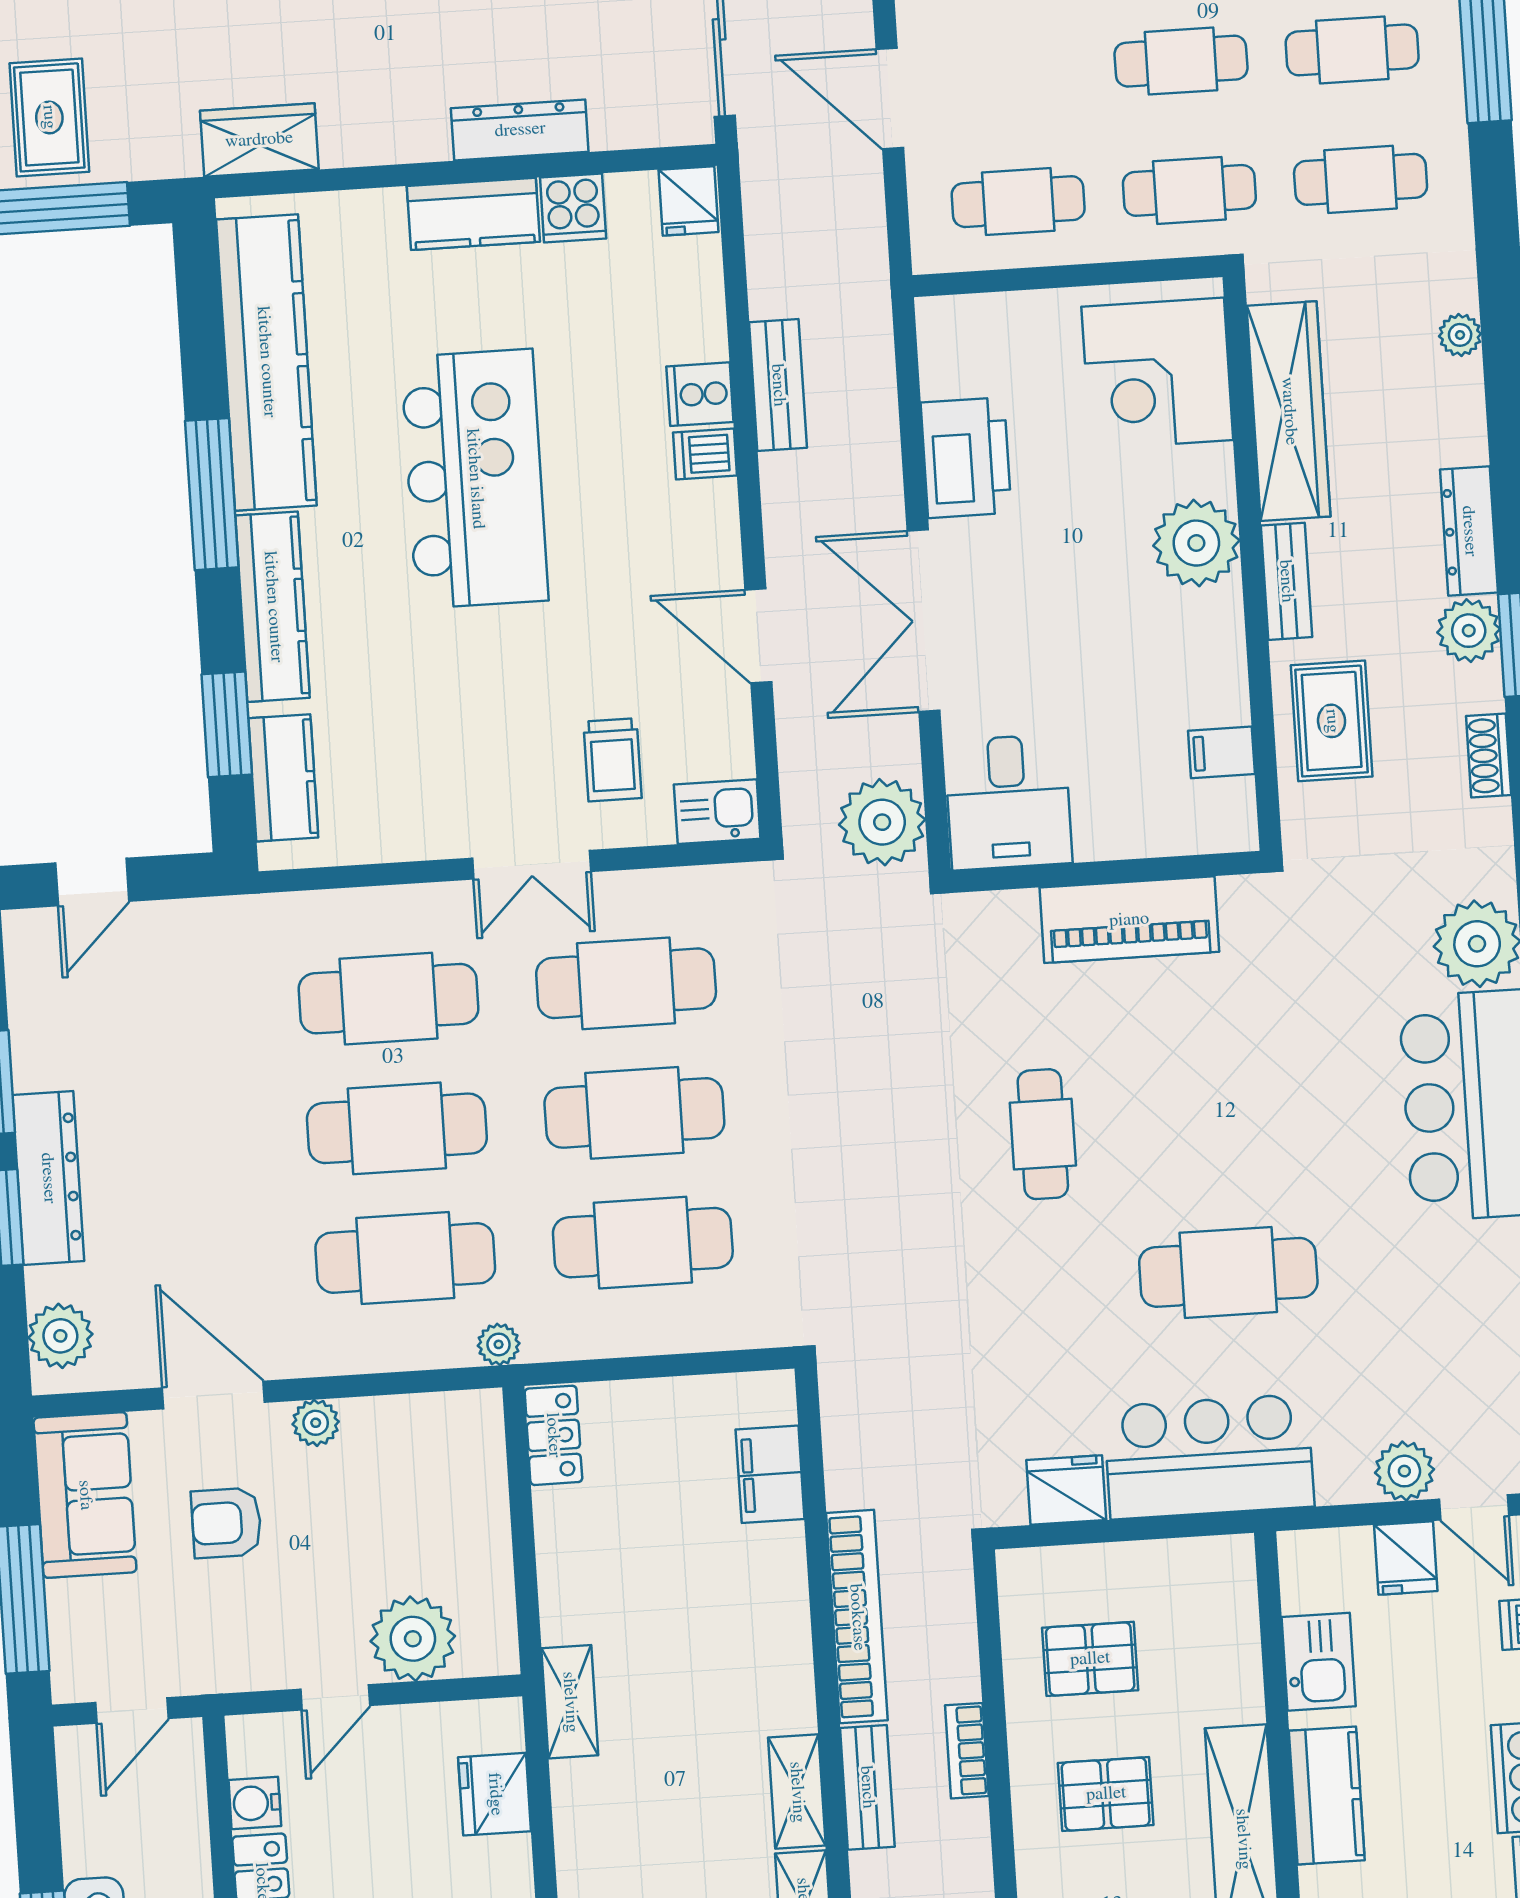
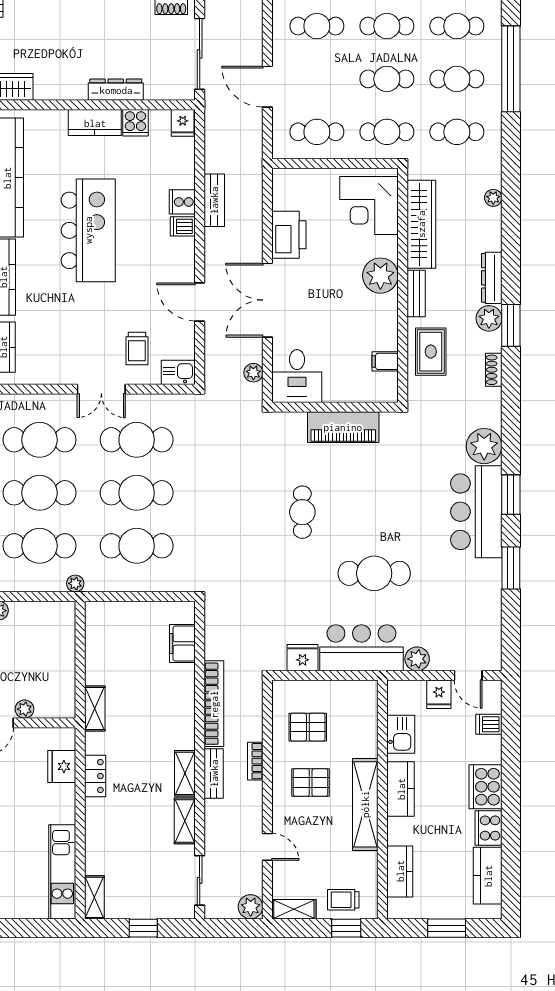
plant: (882, 822) -> (253, 373), width x0.53, depth x0.53
locker: (553, 1435) -> (95, 776), moved
plant: (1404, 1471) -> (417, 659), moved
plant: (413, 1639) -> (25, 709), width x0.53, depth x0.53
shelving: (570, 1702) -> (95, 709), moved

